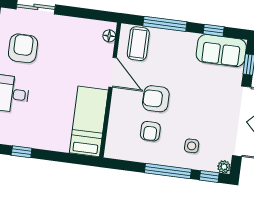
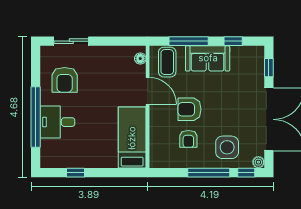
armchair: (23, 48) -> (65, 80), turned 180
sofa: (221, 51) -> (208, 58), moved
side table: (192, 146) -> (227, 147), width x1.87, depth x1.87

